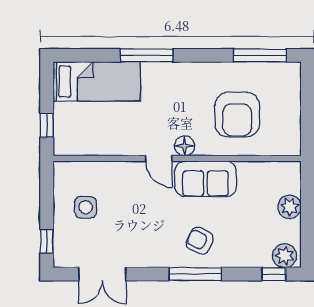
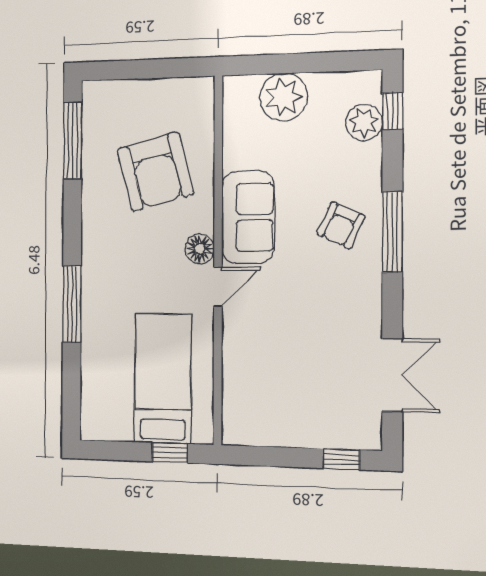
bed: (97, 82) -> (163, 379), moved
armchair: (237, 115) -> (155, 172), turned 75
side table: (86, 207) -> (290, 398), removed
plant: (290, 207) -> (284, 97), width x1.36, depth x1.36
plant: (285, 256) -> (364, 122), moved

